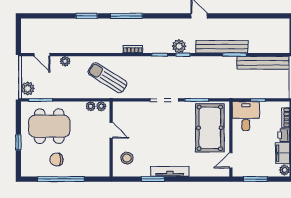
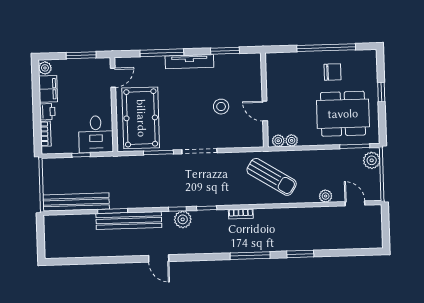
stool: (127, 158) -> (221, 107), moved
window: (153, 179) -> (225, 51), moved
window: (191, 179) -> (162, 53), added

